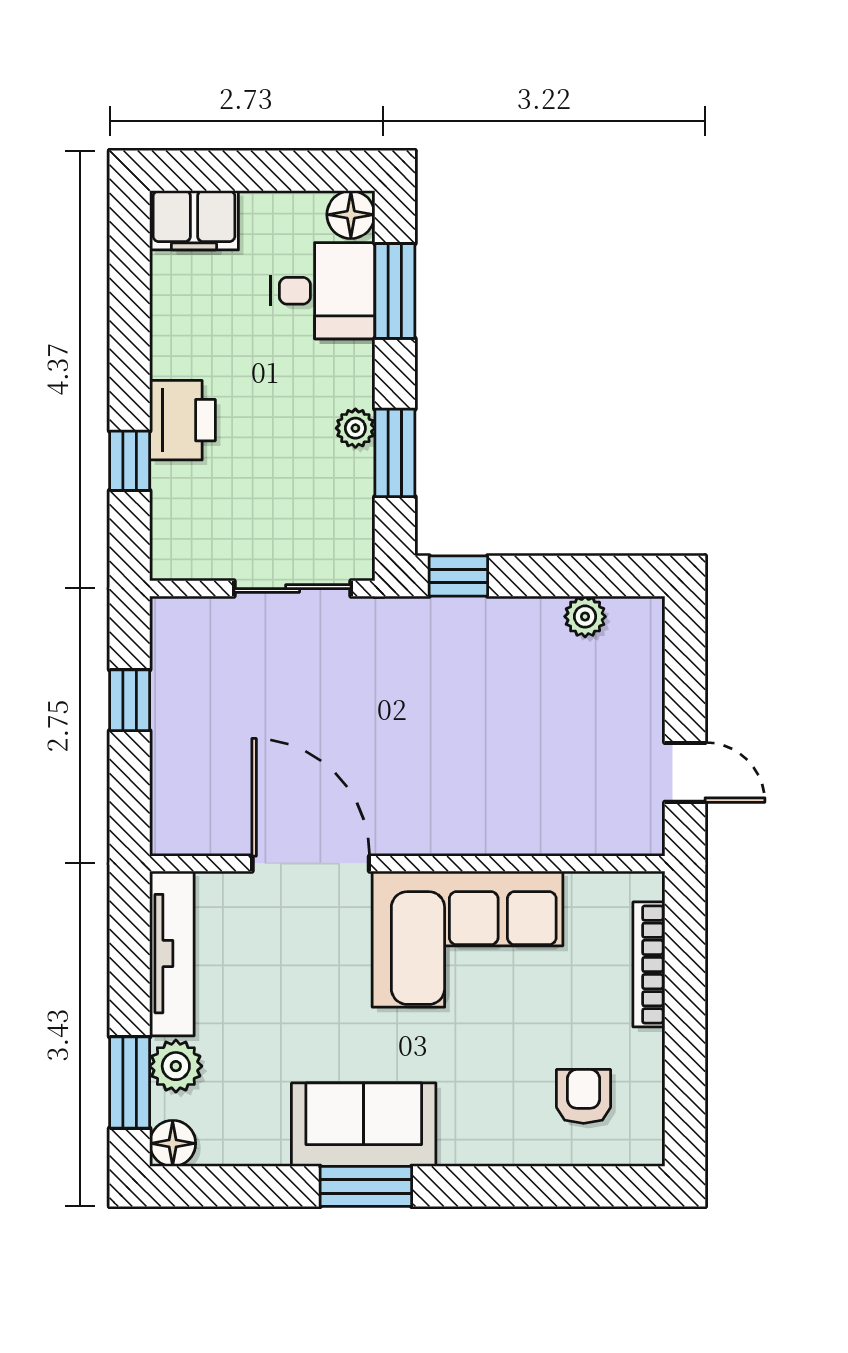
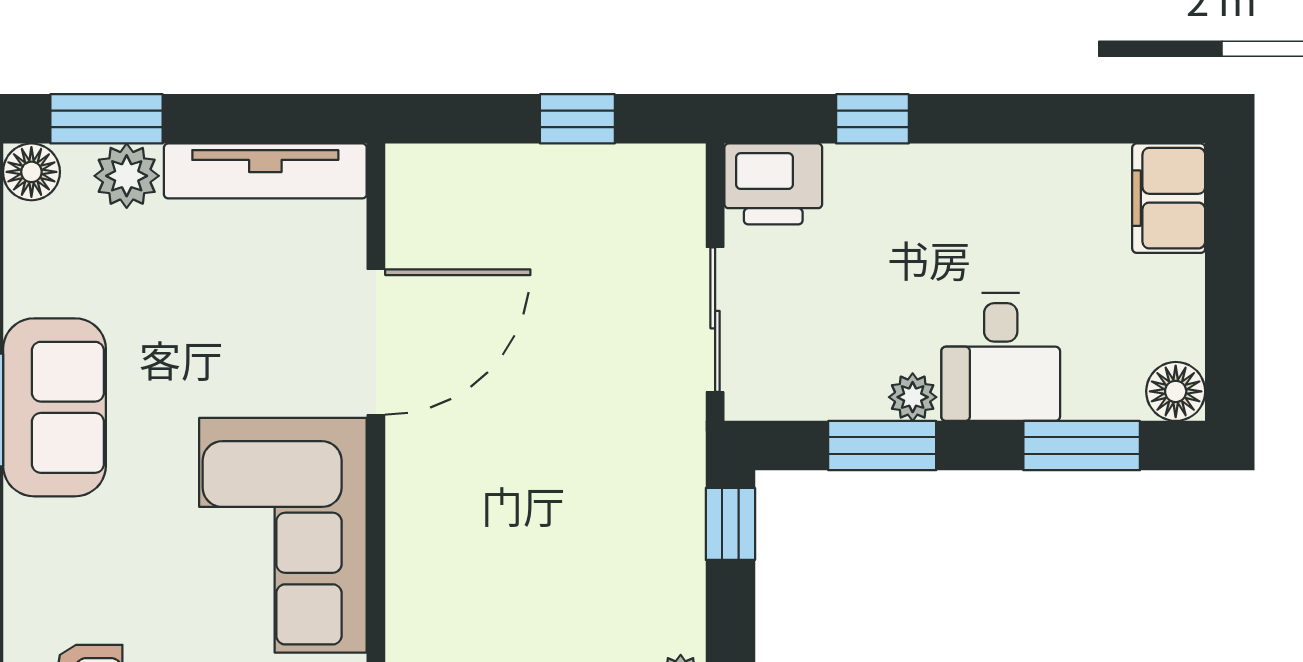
desk: (323, 291) -> (1001, 357), moved
printer: (182, 420) -> (773, 184), moved

